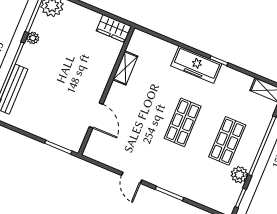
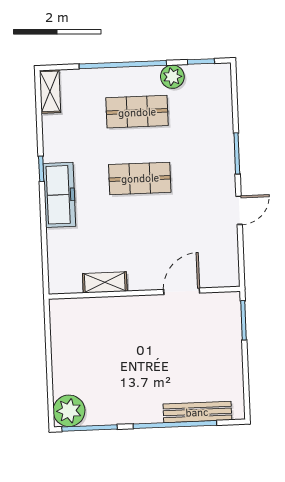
wardrobe: (114, 28) -> (62, 320), removed
plant: (33, 38) -> (121, 416), removed

